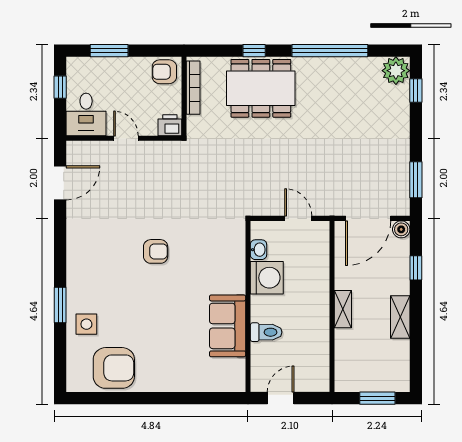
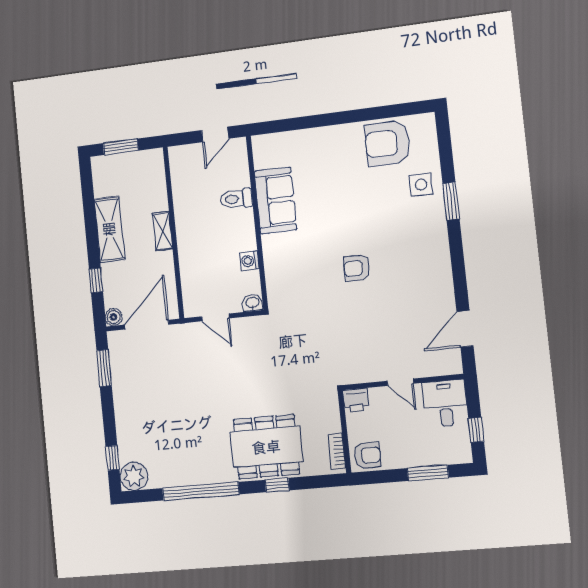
bookcase: (193, 88) -> (337, 451), width x0.64
washbasin: (258, 250) -> (252, 303), moved, turned 90
washing machine: (267, 278) -> (250, 261), width x0.53, depth x0.53
shelving: (400, 317) -> (109, 229), width x1.50, depth x1.33

